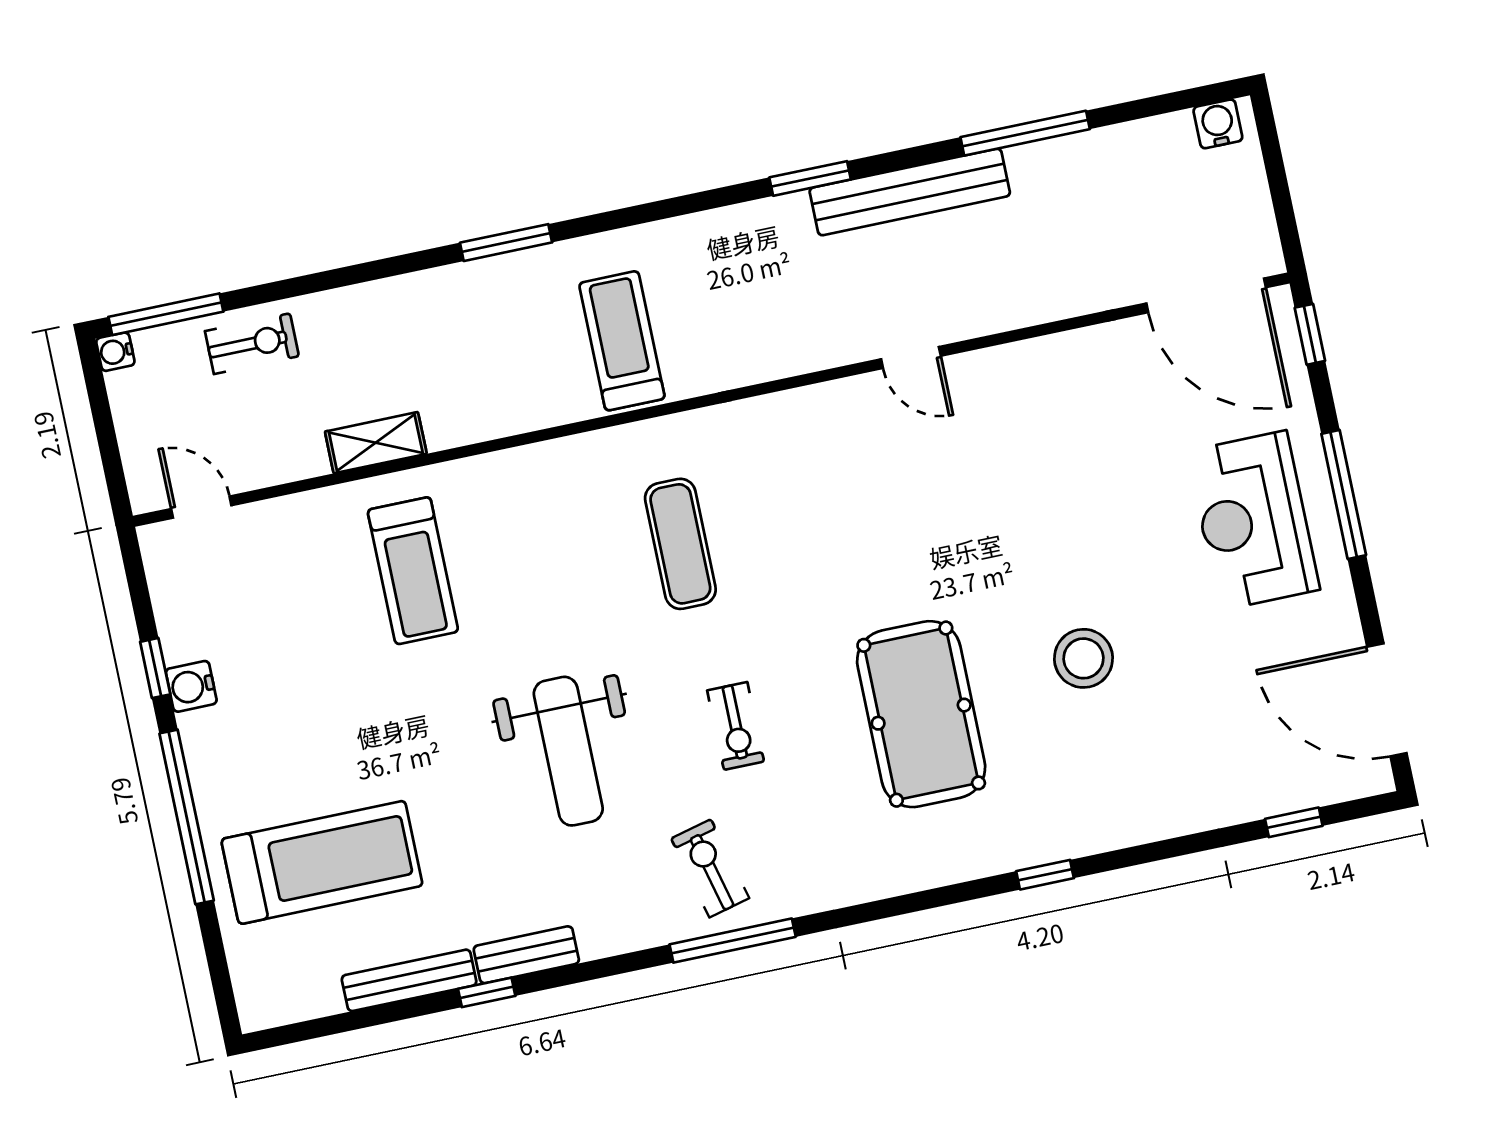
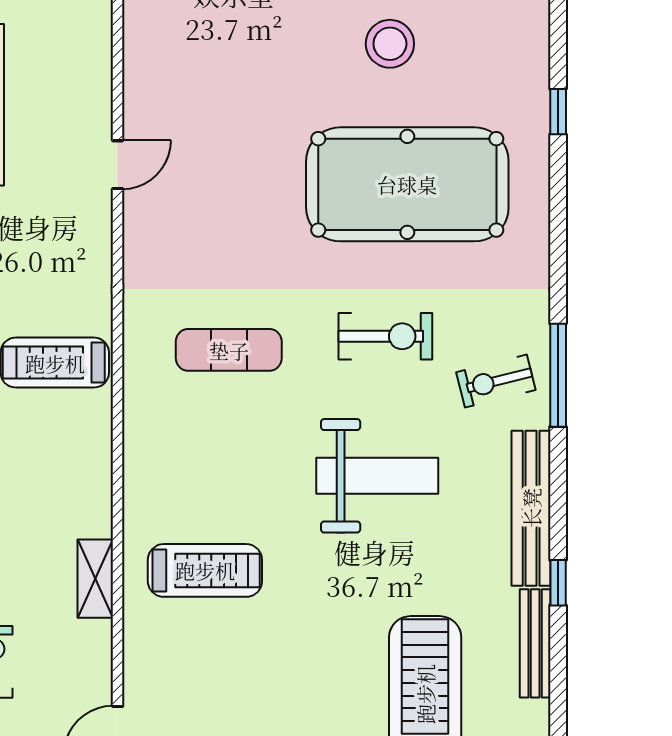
door: (911, 358) -> (118, 165), moved
pool table: (921, 714) -> (407, 184), width x1.36, depth x1.32
exercise bike: (736, 726) -> (385, 336), width x1.38, depth x1.39
bench: (526, 955) -> (531, 508), width x1.86, depth x1.21

